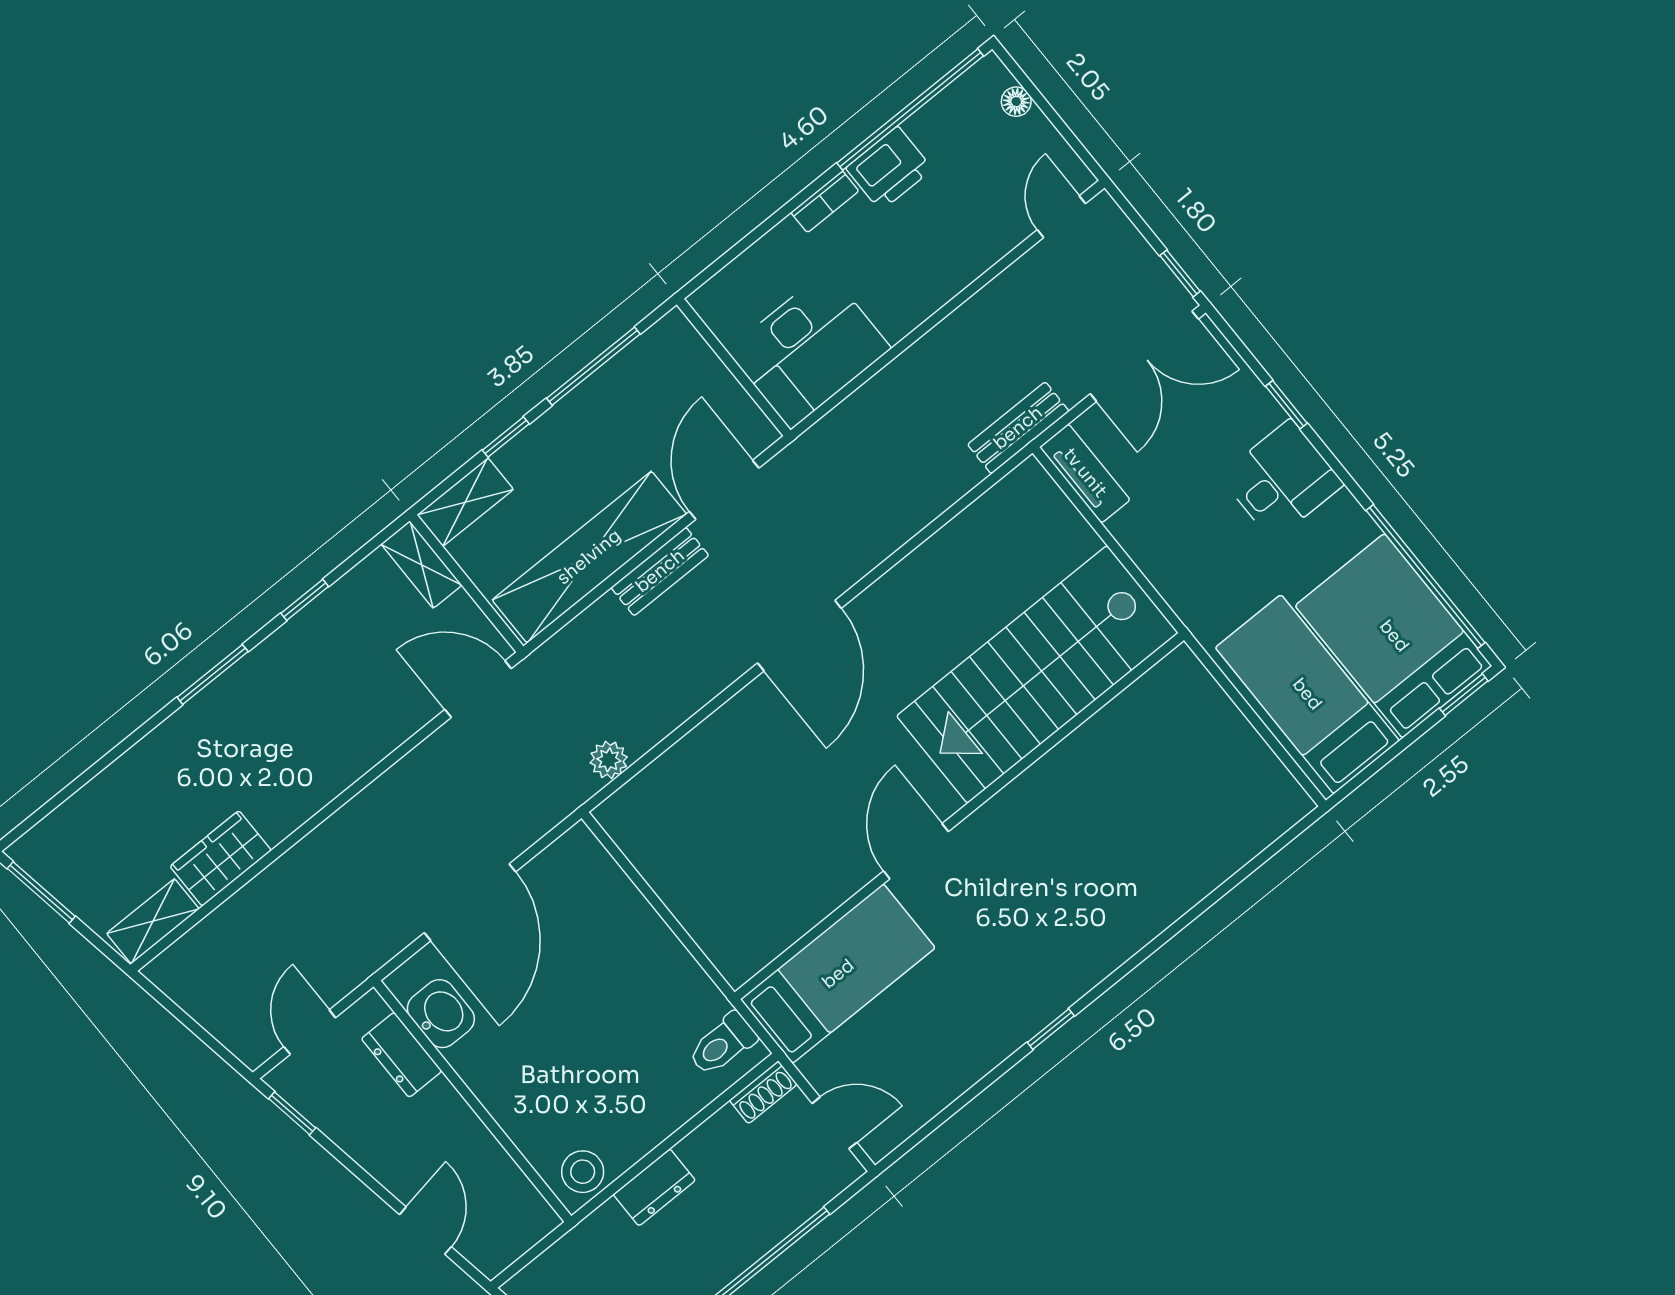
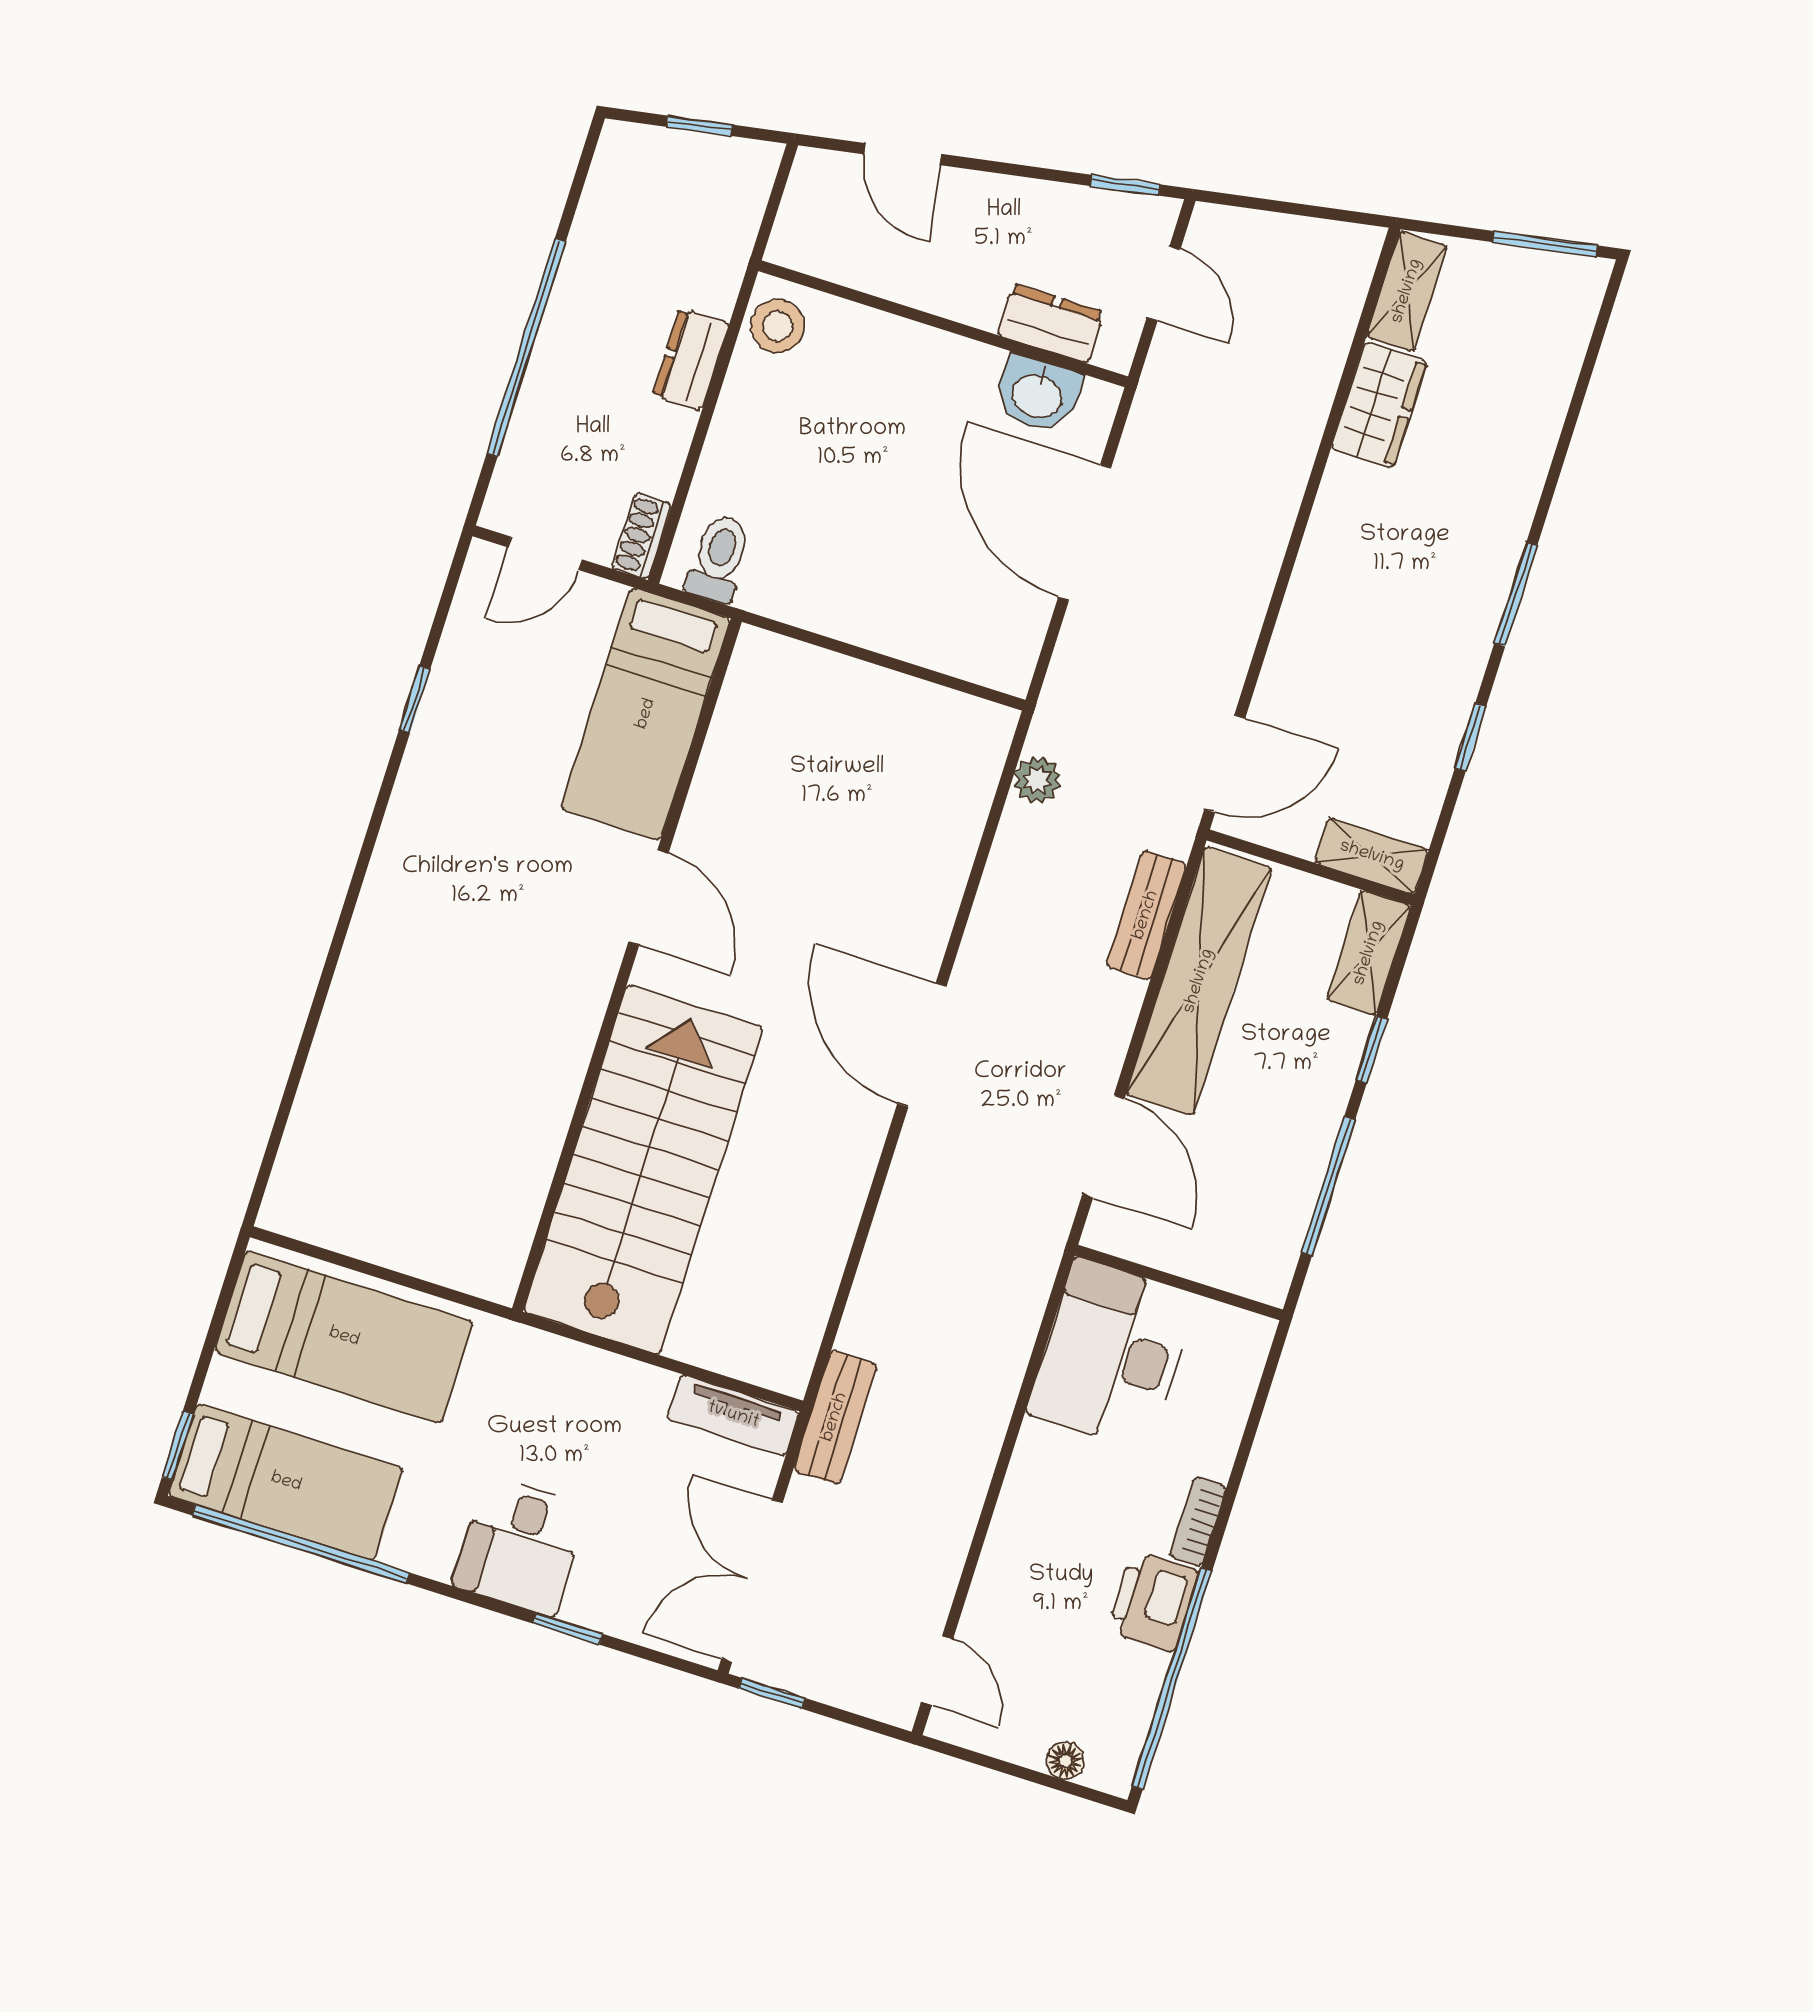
bench: (660, 571) -> (1146, 915), moved
bed: (1394, 636) -> (286, 1482), width x0.67
window: (1051, 1029) -> (415, 699), moved

